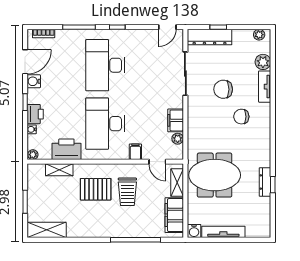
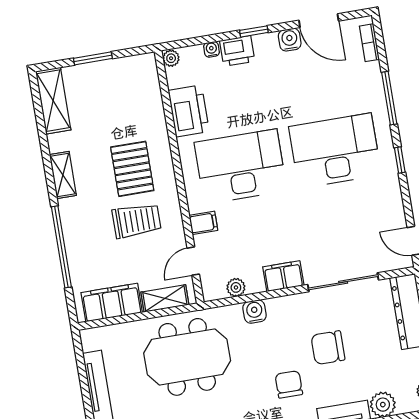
chair: (223, 89) -> (328, 348), turned -90
filing cabinet: (176, 120) -> (283, 276), moved
shelving: (59, 170) -> (63, 175), moved
meeting table: (215, 175) -> (187, 357), turned 90
trolley: (127, 192) -> (137, 221), turned 180
water cooler: (194, 231) -> (255, 312), moved, turned 90

